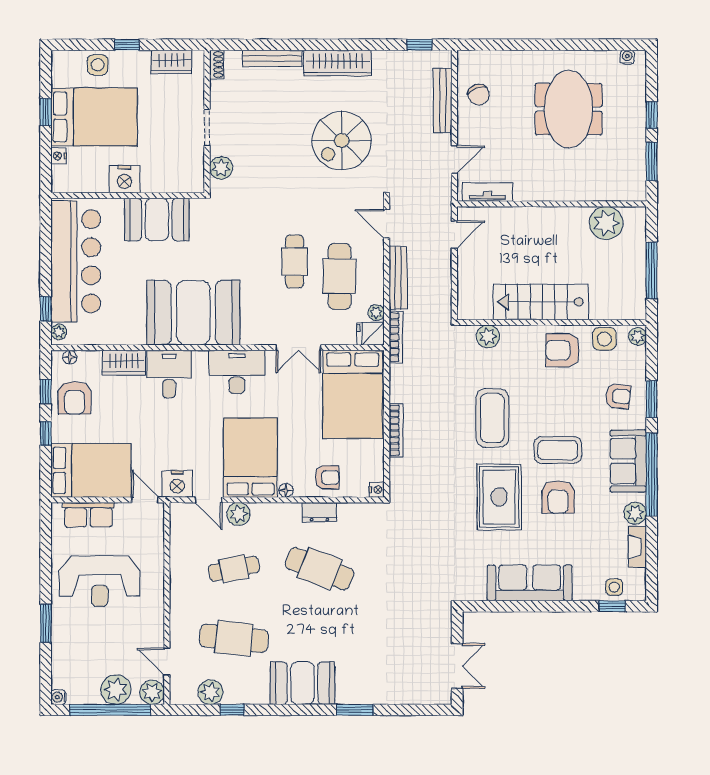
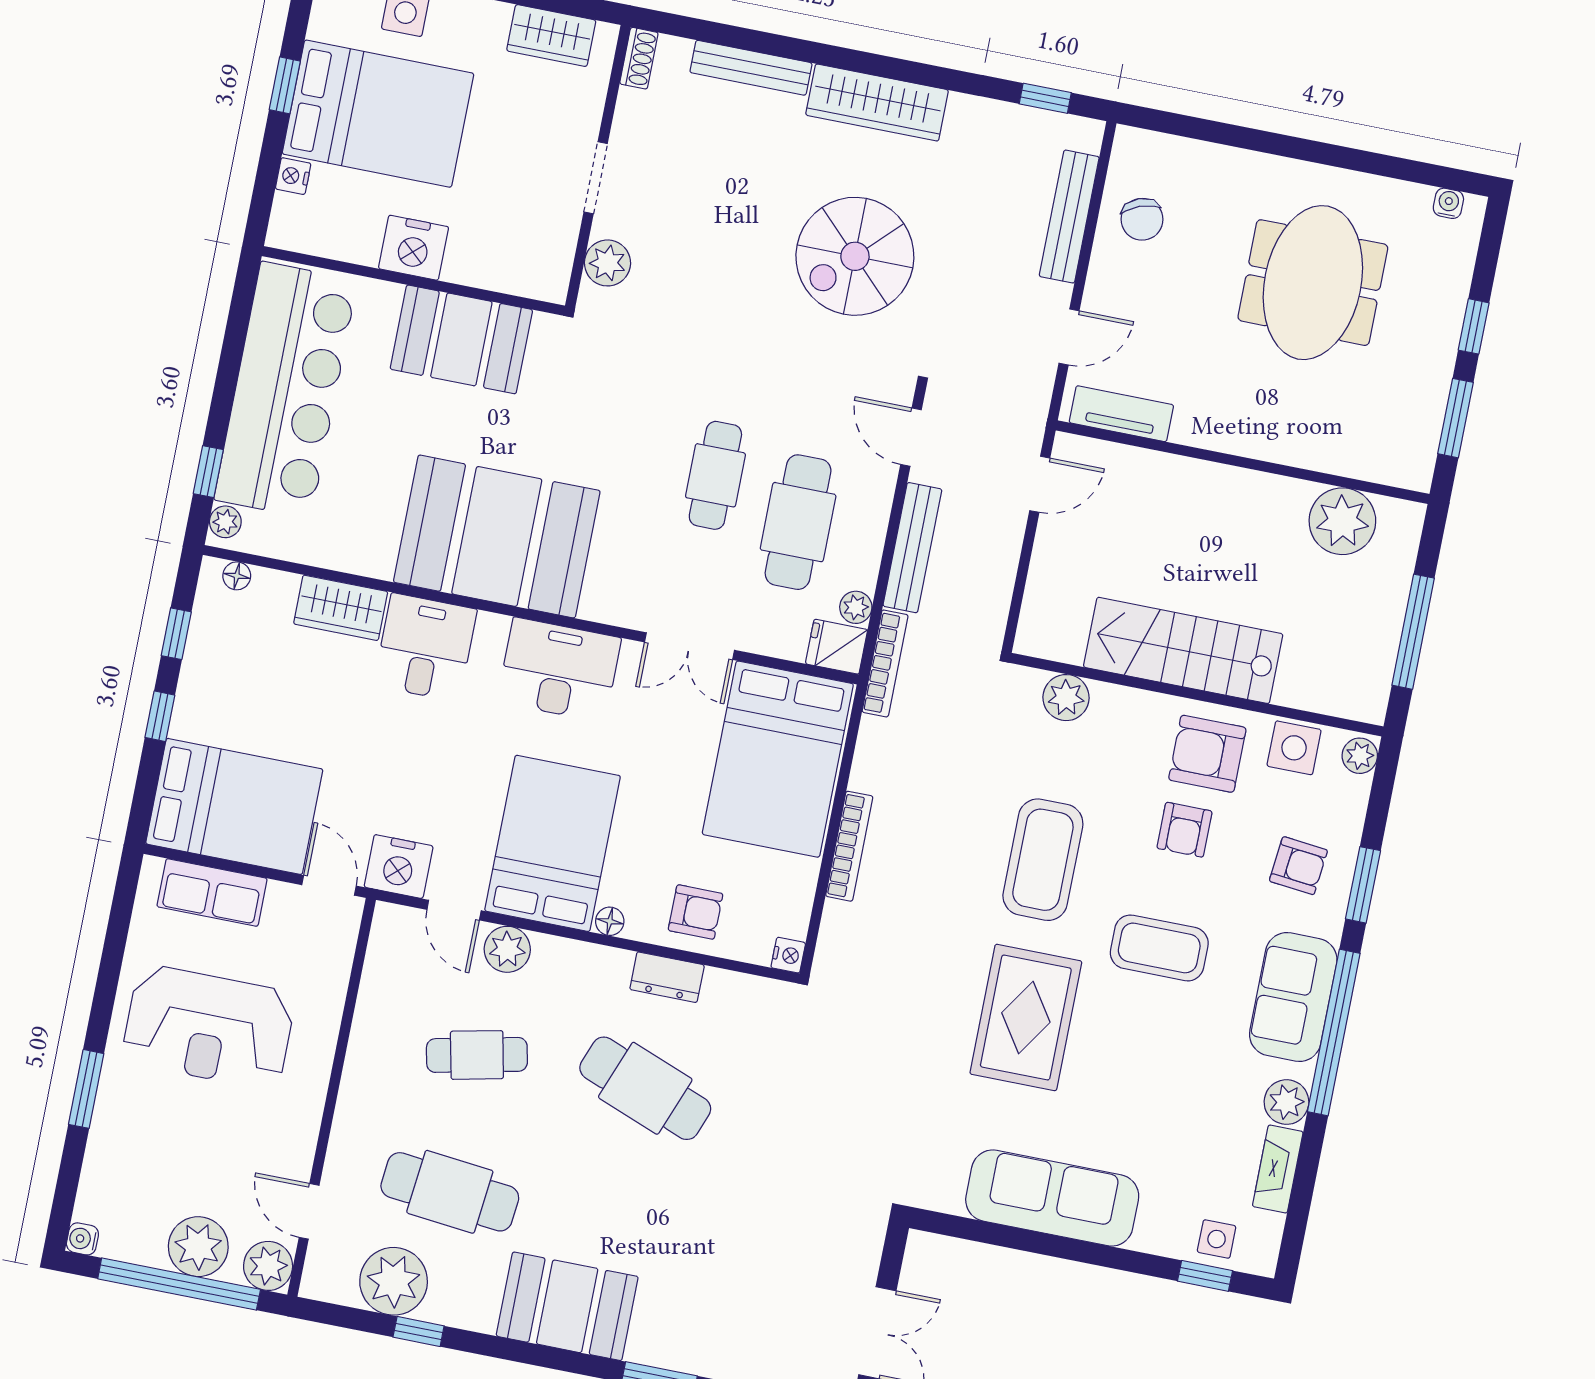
armchair: (74, 398) -> (230, 657), removed
armchair: (558, 497) -> (1184, 830), moved, width x0.72, depth x0.72
plant: (211, 692) -> (394, 1281), width x1.36, depth x1.36

